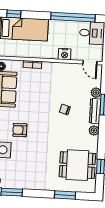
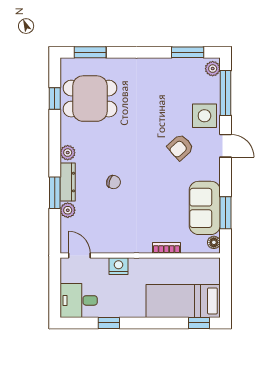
window: (73, 17) -> (109, 323), width x0.32
armchair: (20, 130) -> (180, 147), turned 138
window: (65, 195) -> (90, 52), moved

